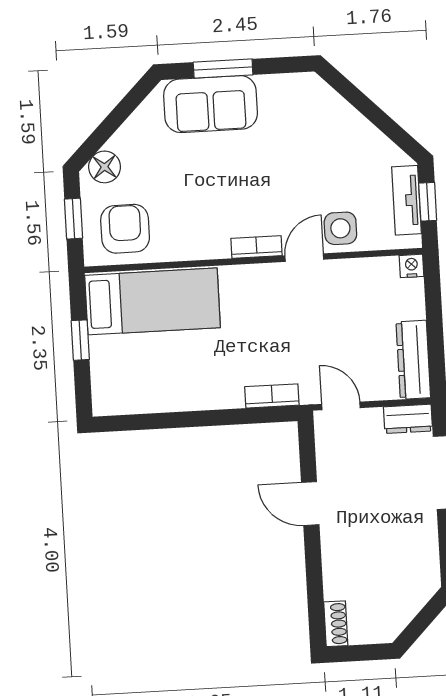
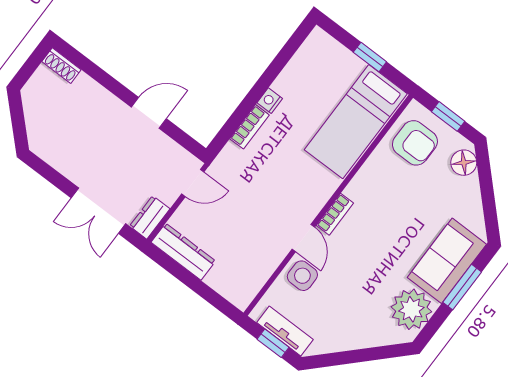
plant: (285, 99) -> (411, 309), added
nightstand: (411, 266) -> (270, 101), moved, turned 180
bookcase: (272, 396) -> (249, 127), moved

